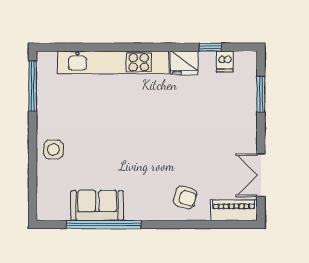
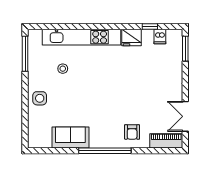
window: (261, 94) -> (185, 49), moved
stool: (86, 107) -> (63, 69), added
armchair: (185, 198) -> (132, 132), turned 74
window: (104, 224) -> (105, 151), moved

